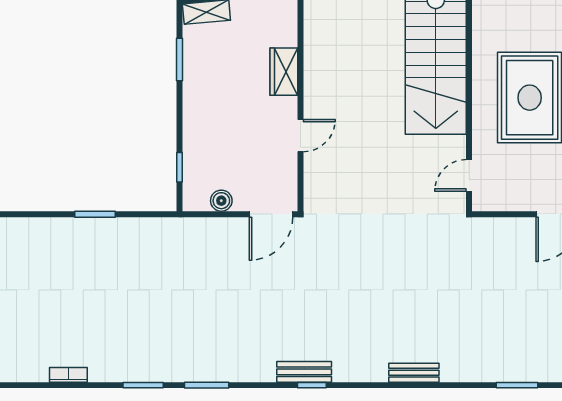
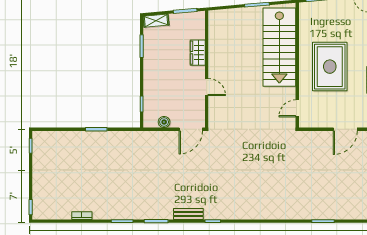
door: (300, 136) -> (207, 87), hinge flipped
bench: (304, 372) -> (188, 214), moved
bench: (414, 373) -> (268, 214), removed

